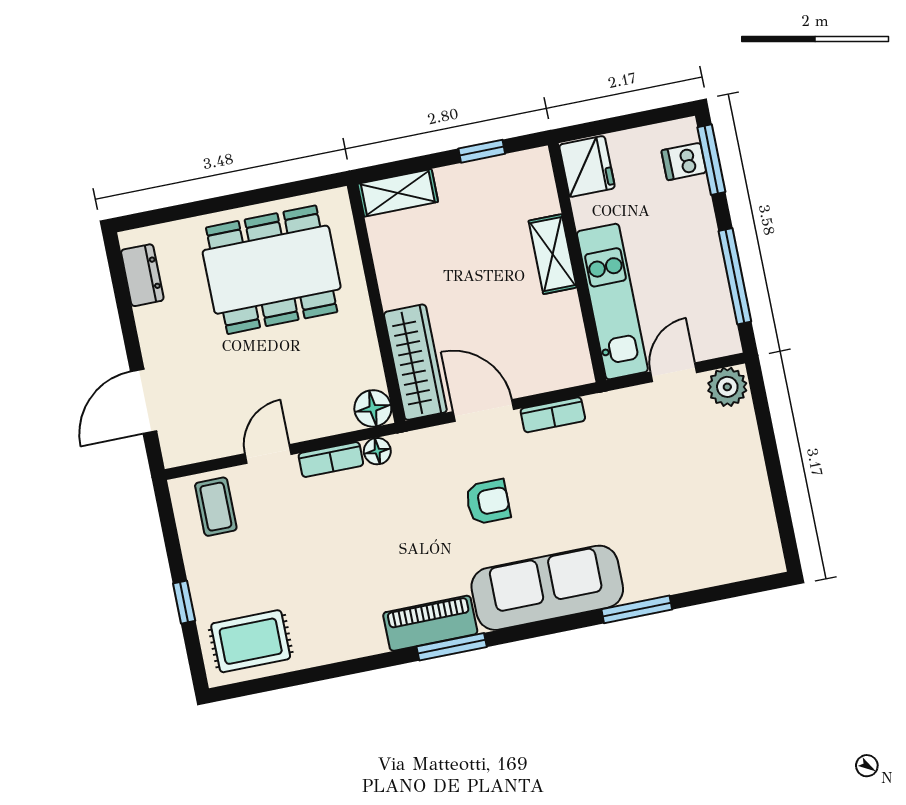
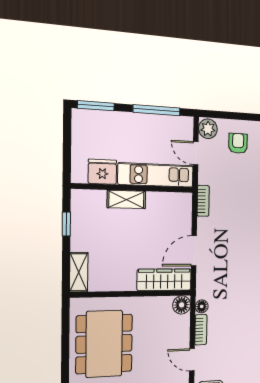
dishwasher: (684, 161) -> (94, 120), removed
fridge: (587, 166) -> (102, 172), moved
bookcase: (553, 415) -> (203, 201), moved
armchair: (488, 502) -> (238, 143), moved

